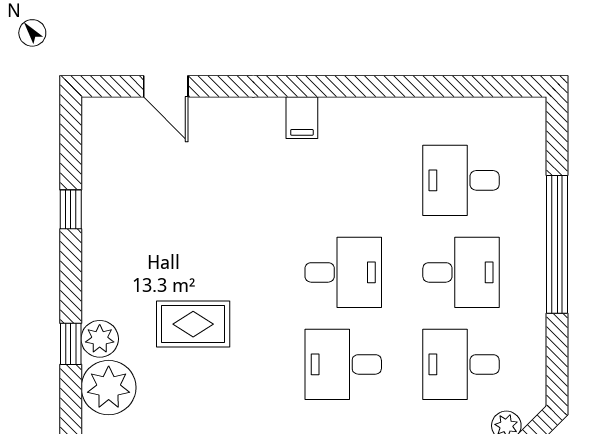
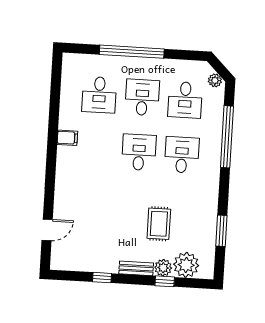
filing cabinet: (302, 118) -> (67, 138), moved
bench: (95, 281) -> (136, 268), added
desk: (343, 364) -> (182, 155), turned 180

